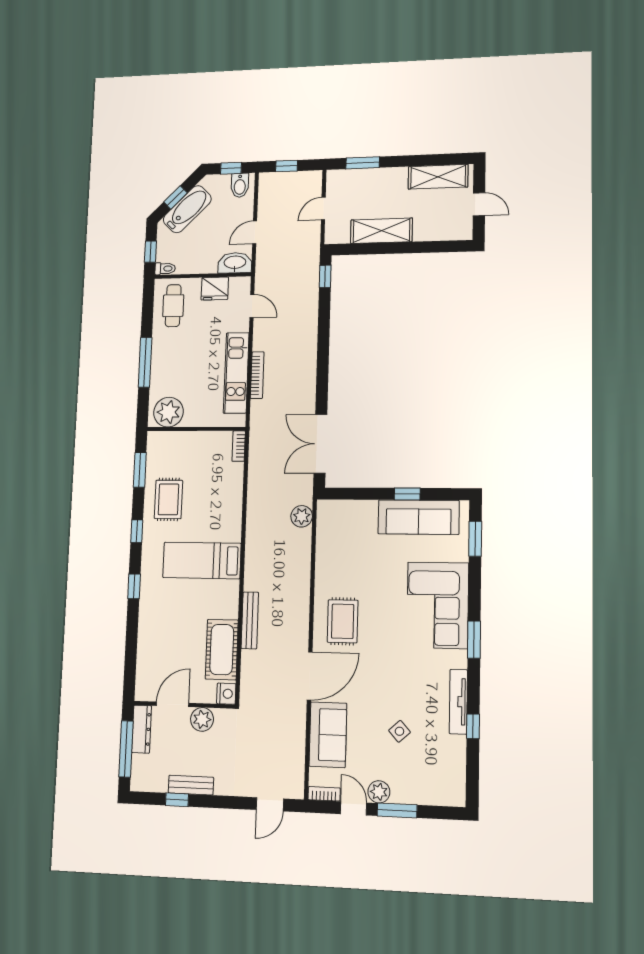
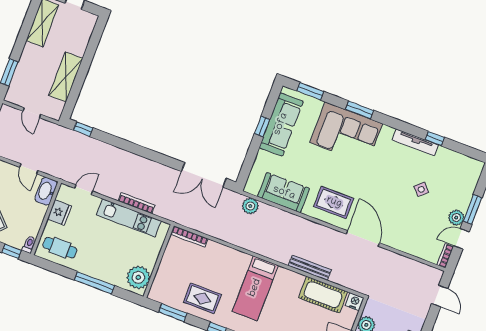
bookcase: (239, 446) -> (189, 236), width x1.56
window: (474, 640) -> (360, 110), moved
sofa: (328, 735) -> (284, 193), moved

